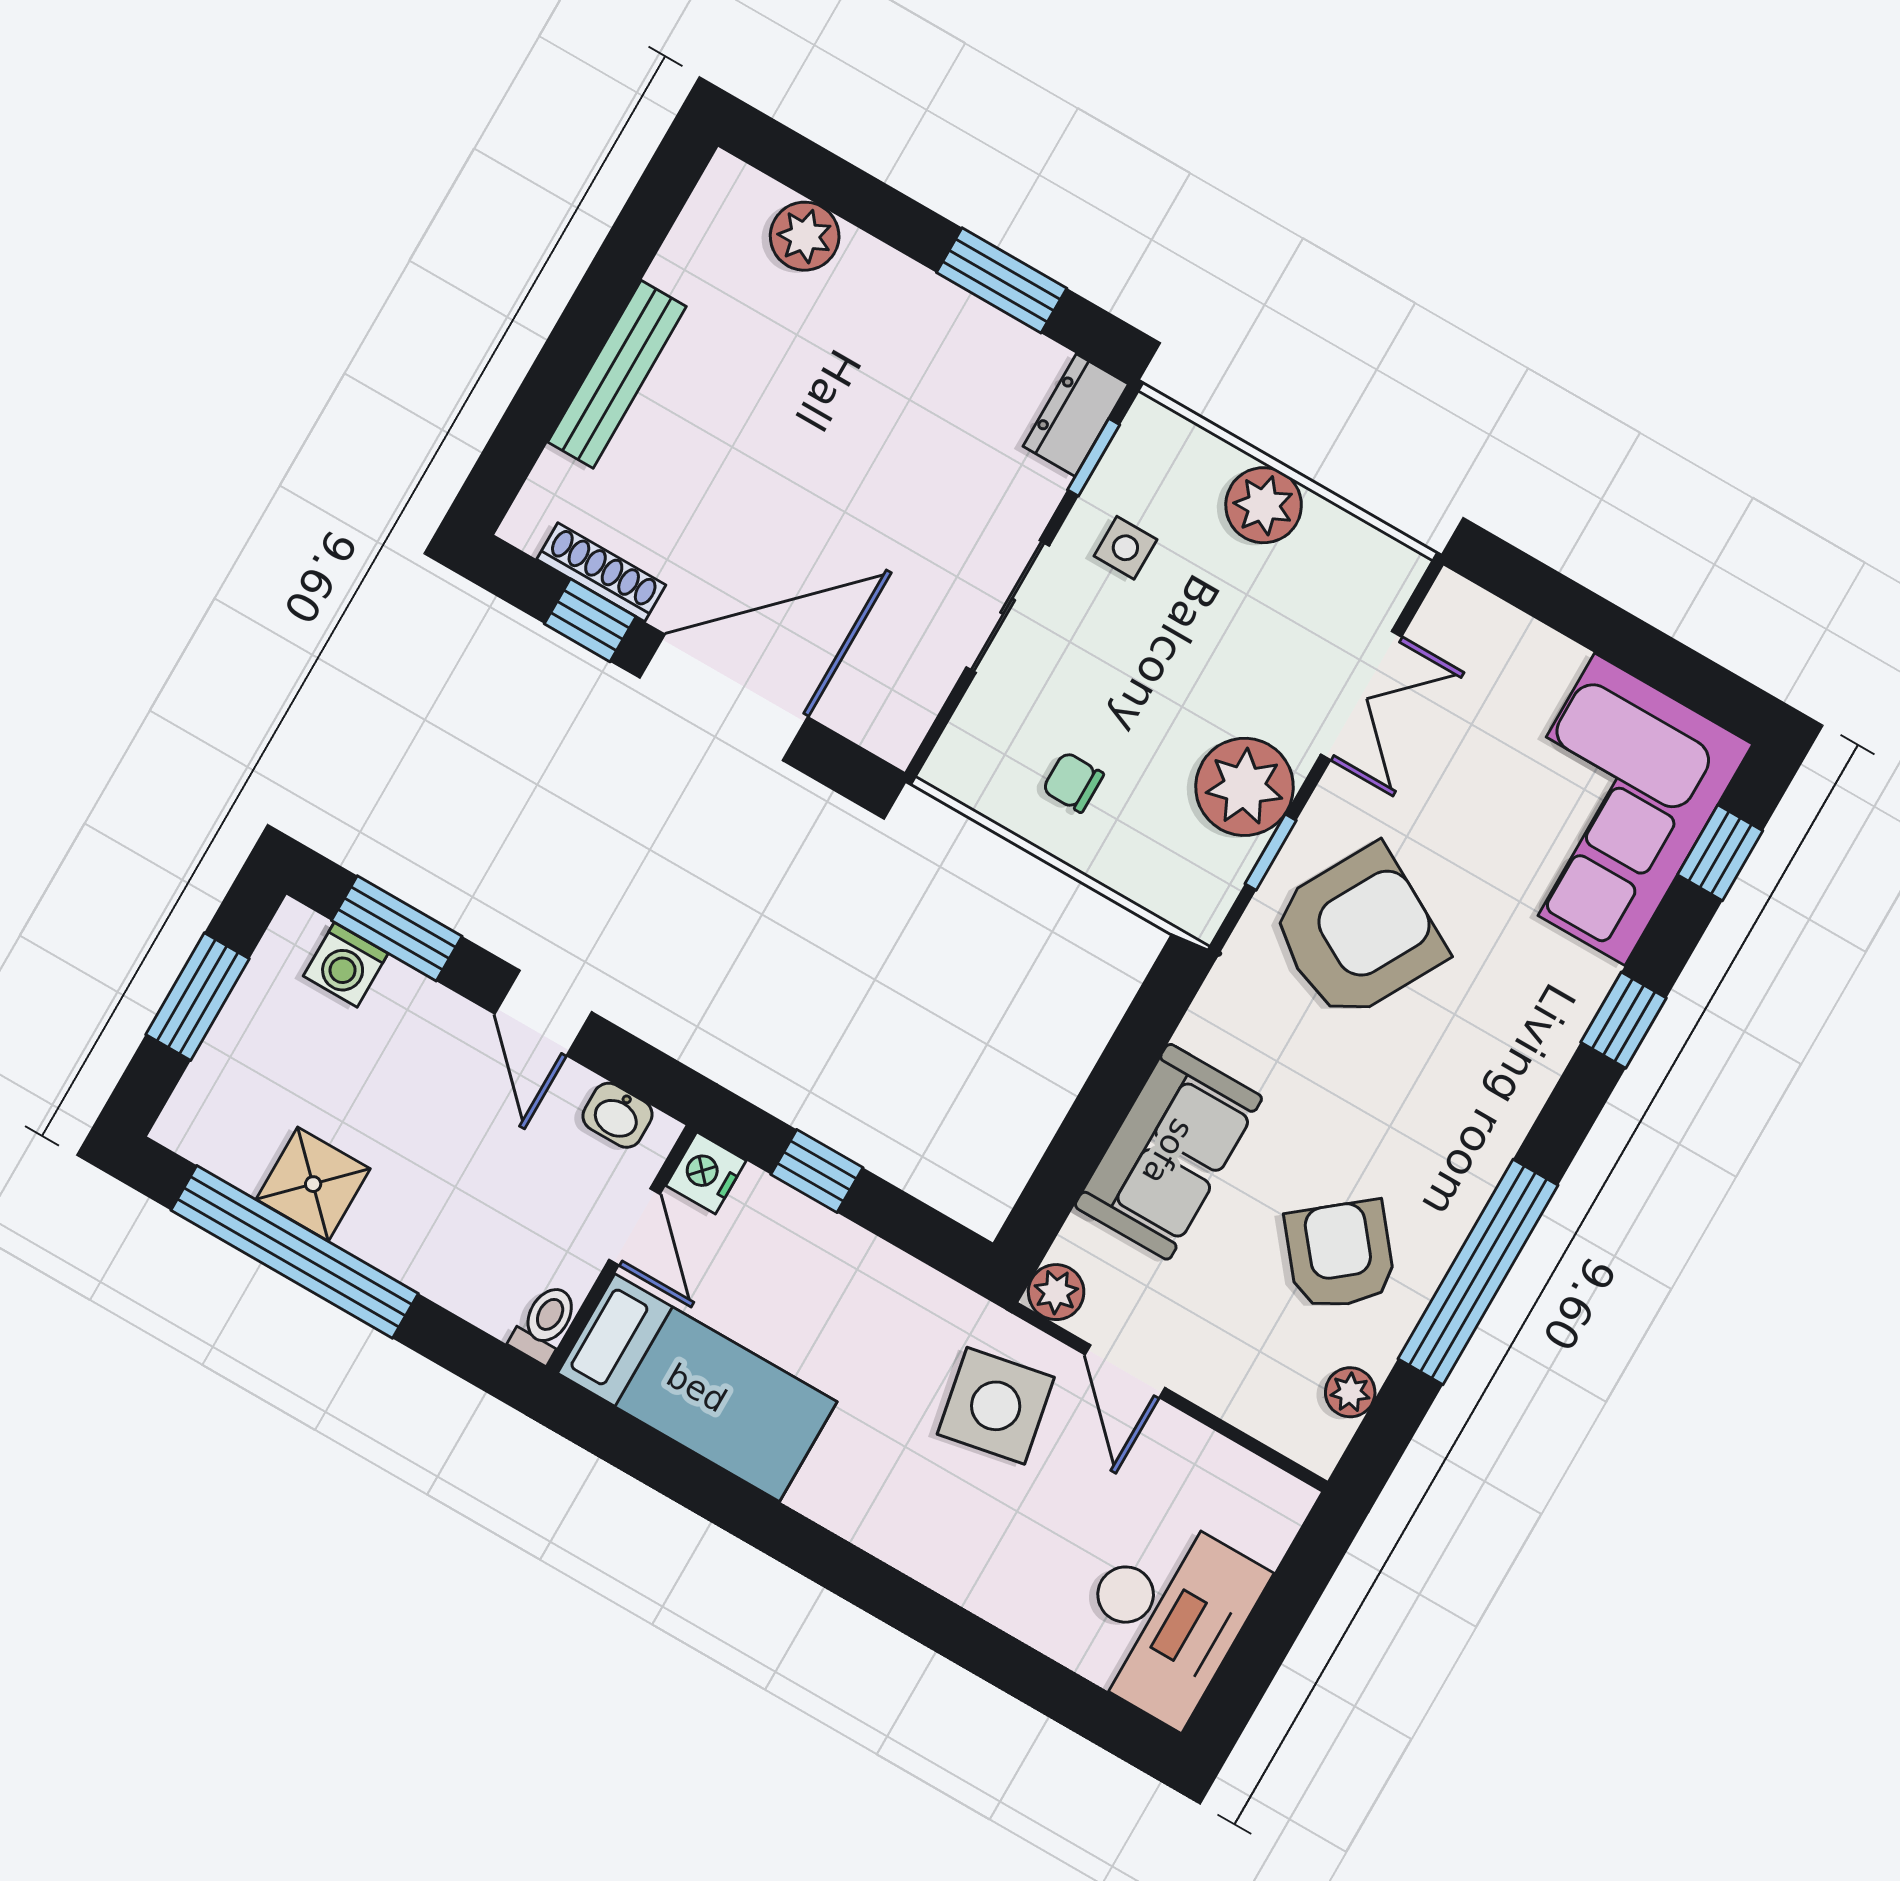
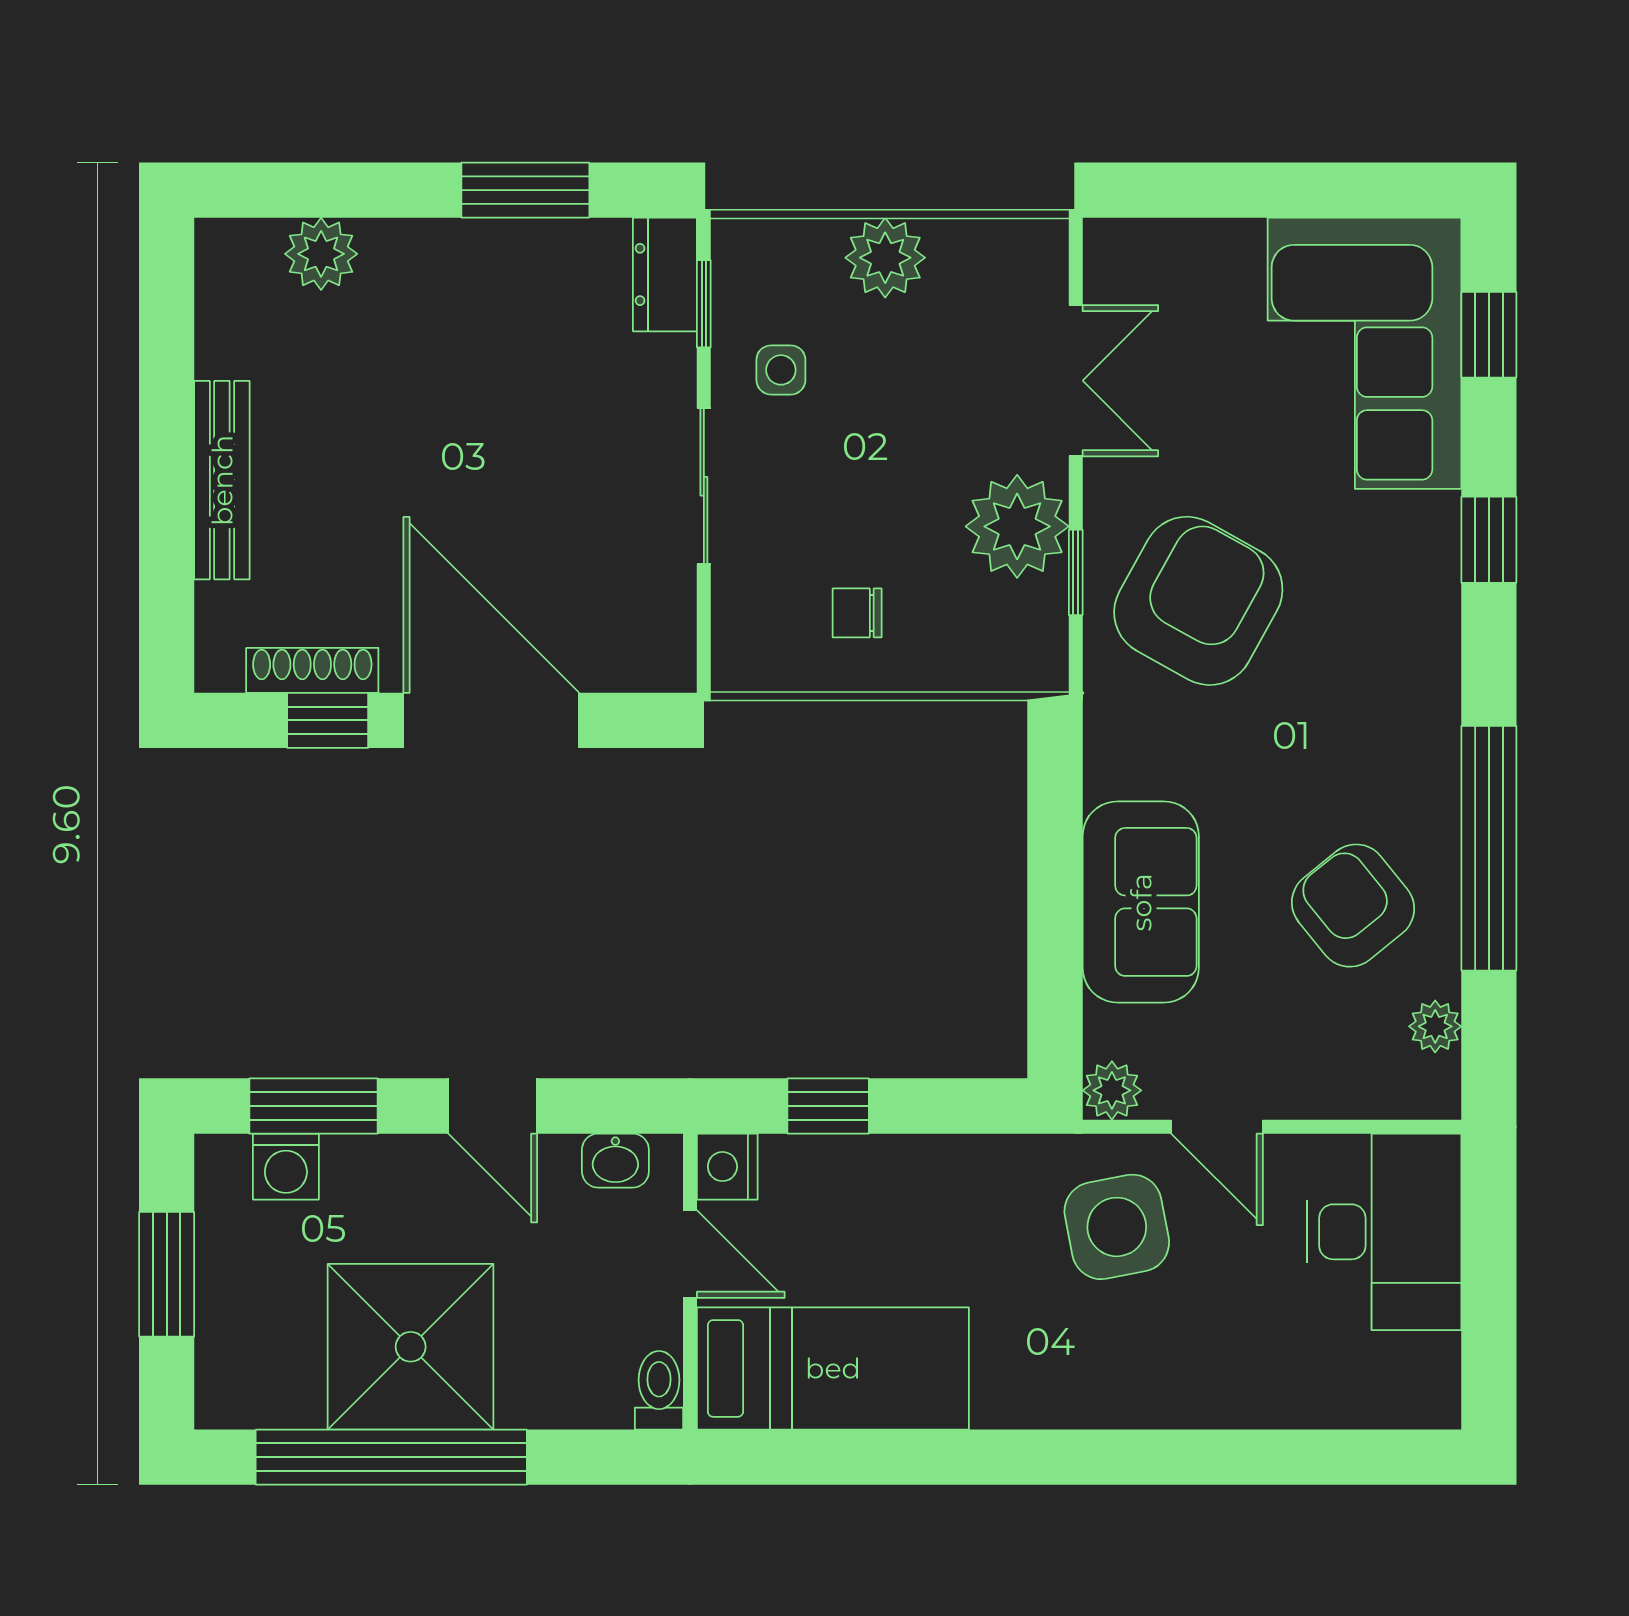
door: (724, 697) -> (491, 720), hinge flipped
shower: (313, 1184) -> (411, 1347), width x1.86, depth x1.86
desk: (1165, 1617) -> (1384, 1232), moved

